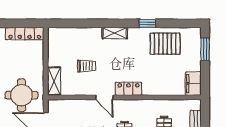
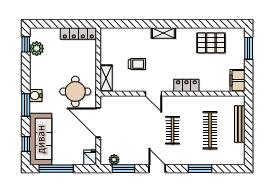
window: (148, 23) -> (194, 24), removed
locker: (128, 89) -> (186, 85), moved

